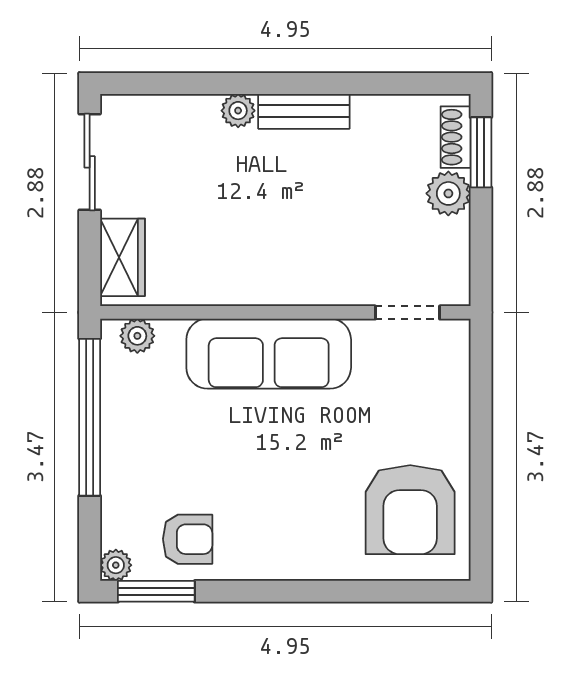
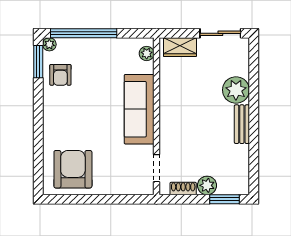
plant: (238, 111) -> (236, 90), width x1.87, depth x1.87
shoe rack: (456, 137) -> (183, 188), moved
window: (90, 417) -> (84, 33), moved
armchair: (410, 510) -> (73, 169), turned 90

